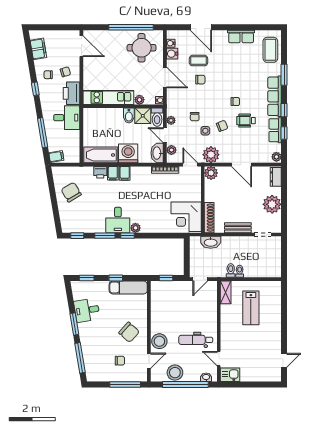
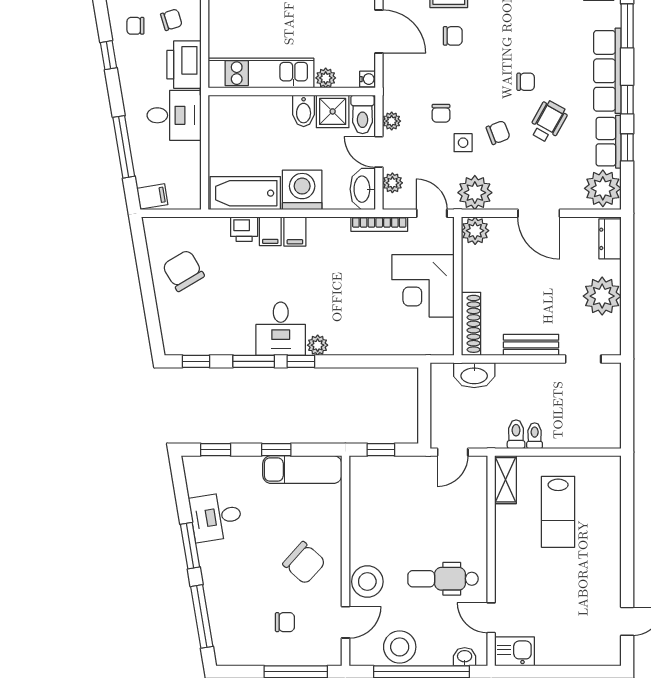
wheelchair: (246, 121) -> (548, 121), turned 119
plant: (276, 157) -> (603, 188), width x1.87, depth x1.87
corner desk: (186, 217) -> (423, 286), moved

